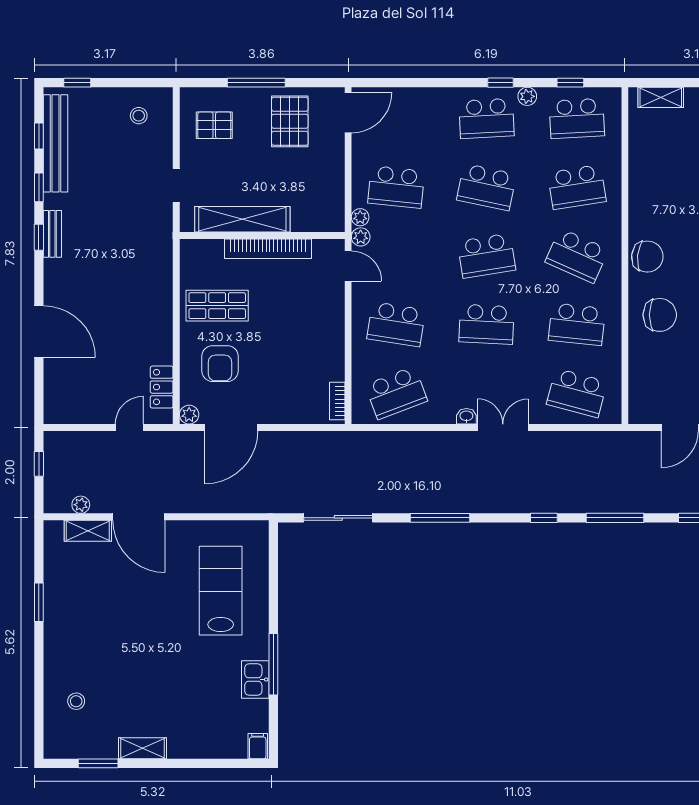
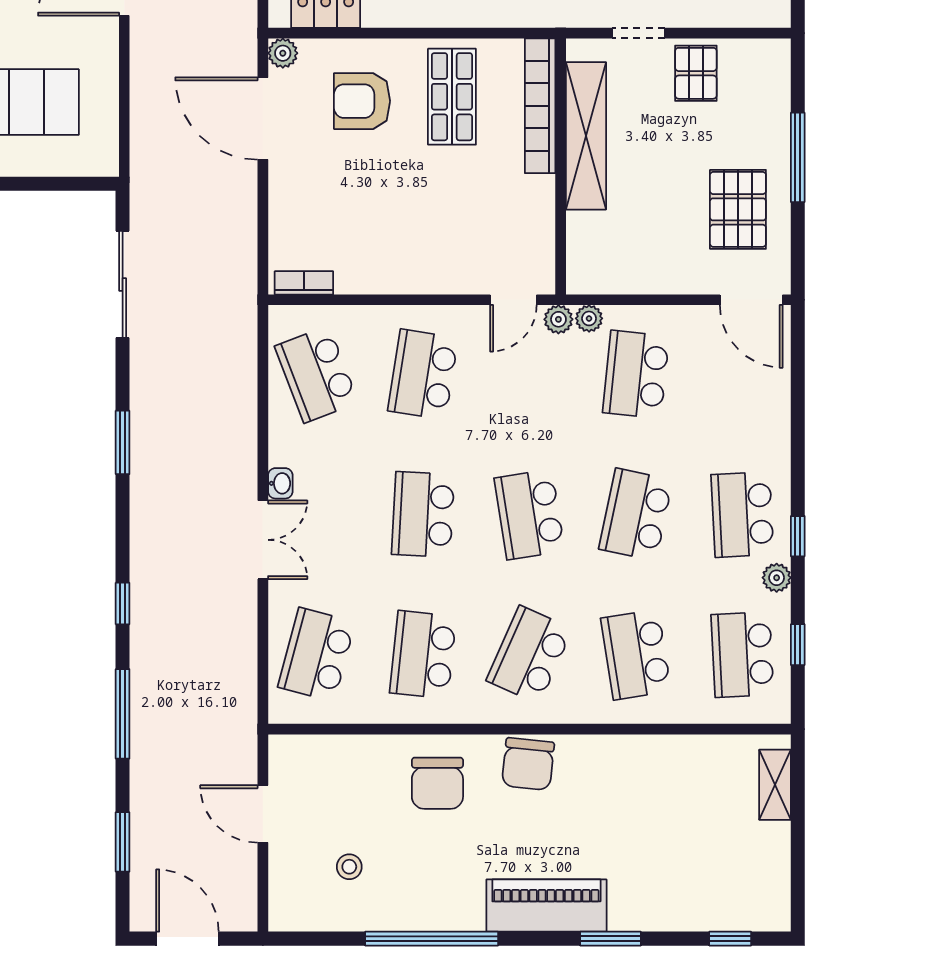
pallet: (290, 121) -> (738, 209), turned 90
pallet: (214, 125) -> (696, 73), moved
bookcase: (268, 249) -> (540, 106), moved
window: (440, 518) -> (123, 442), width x0.69

